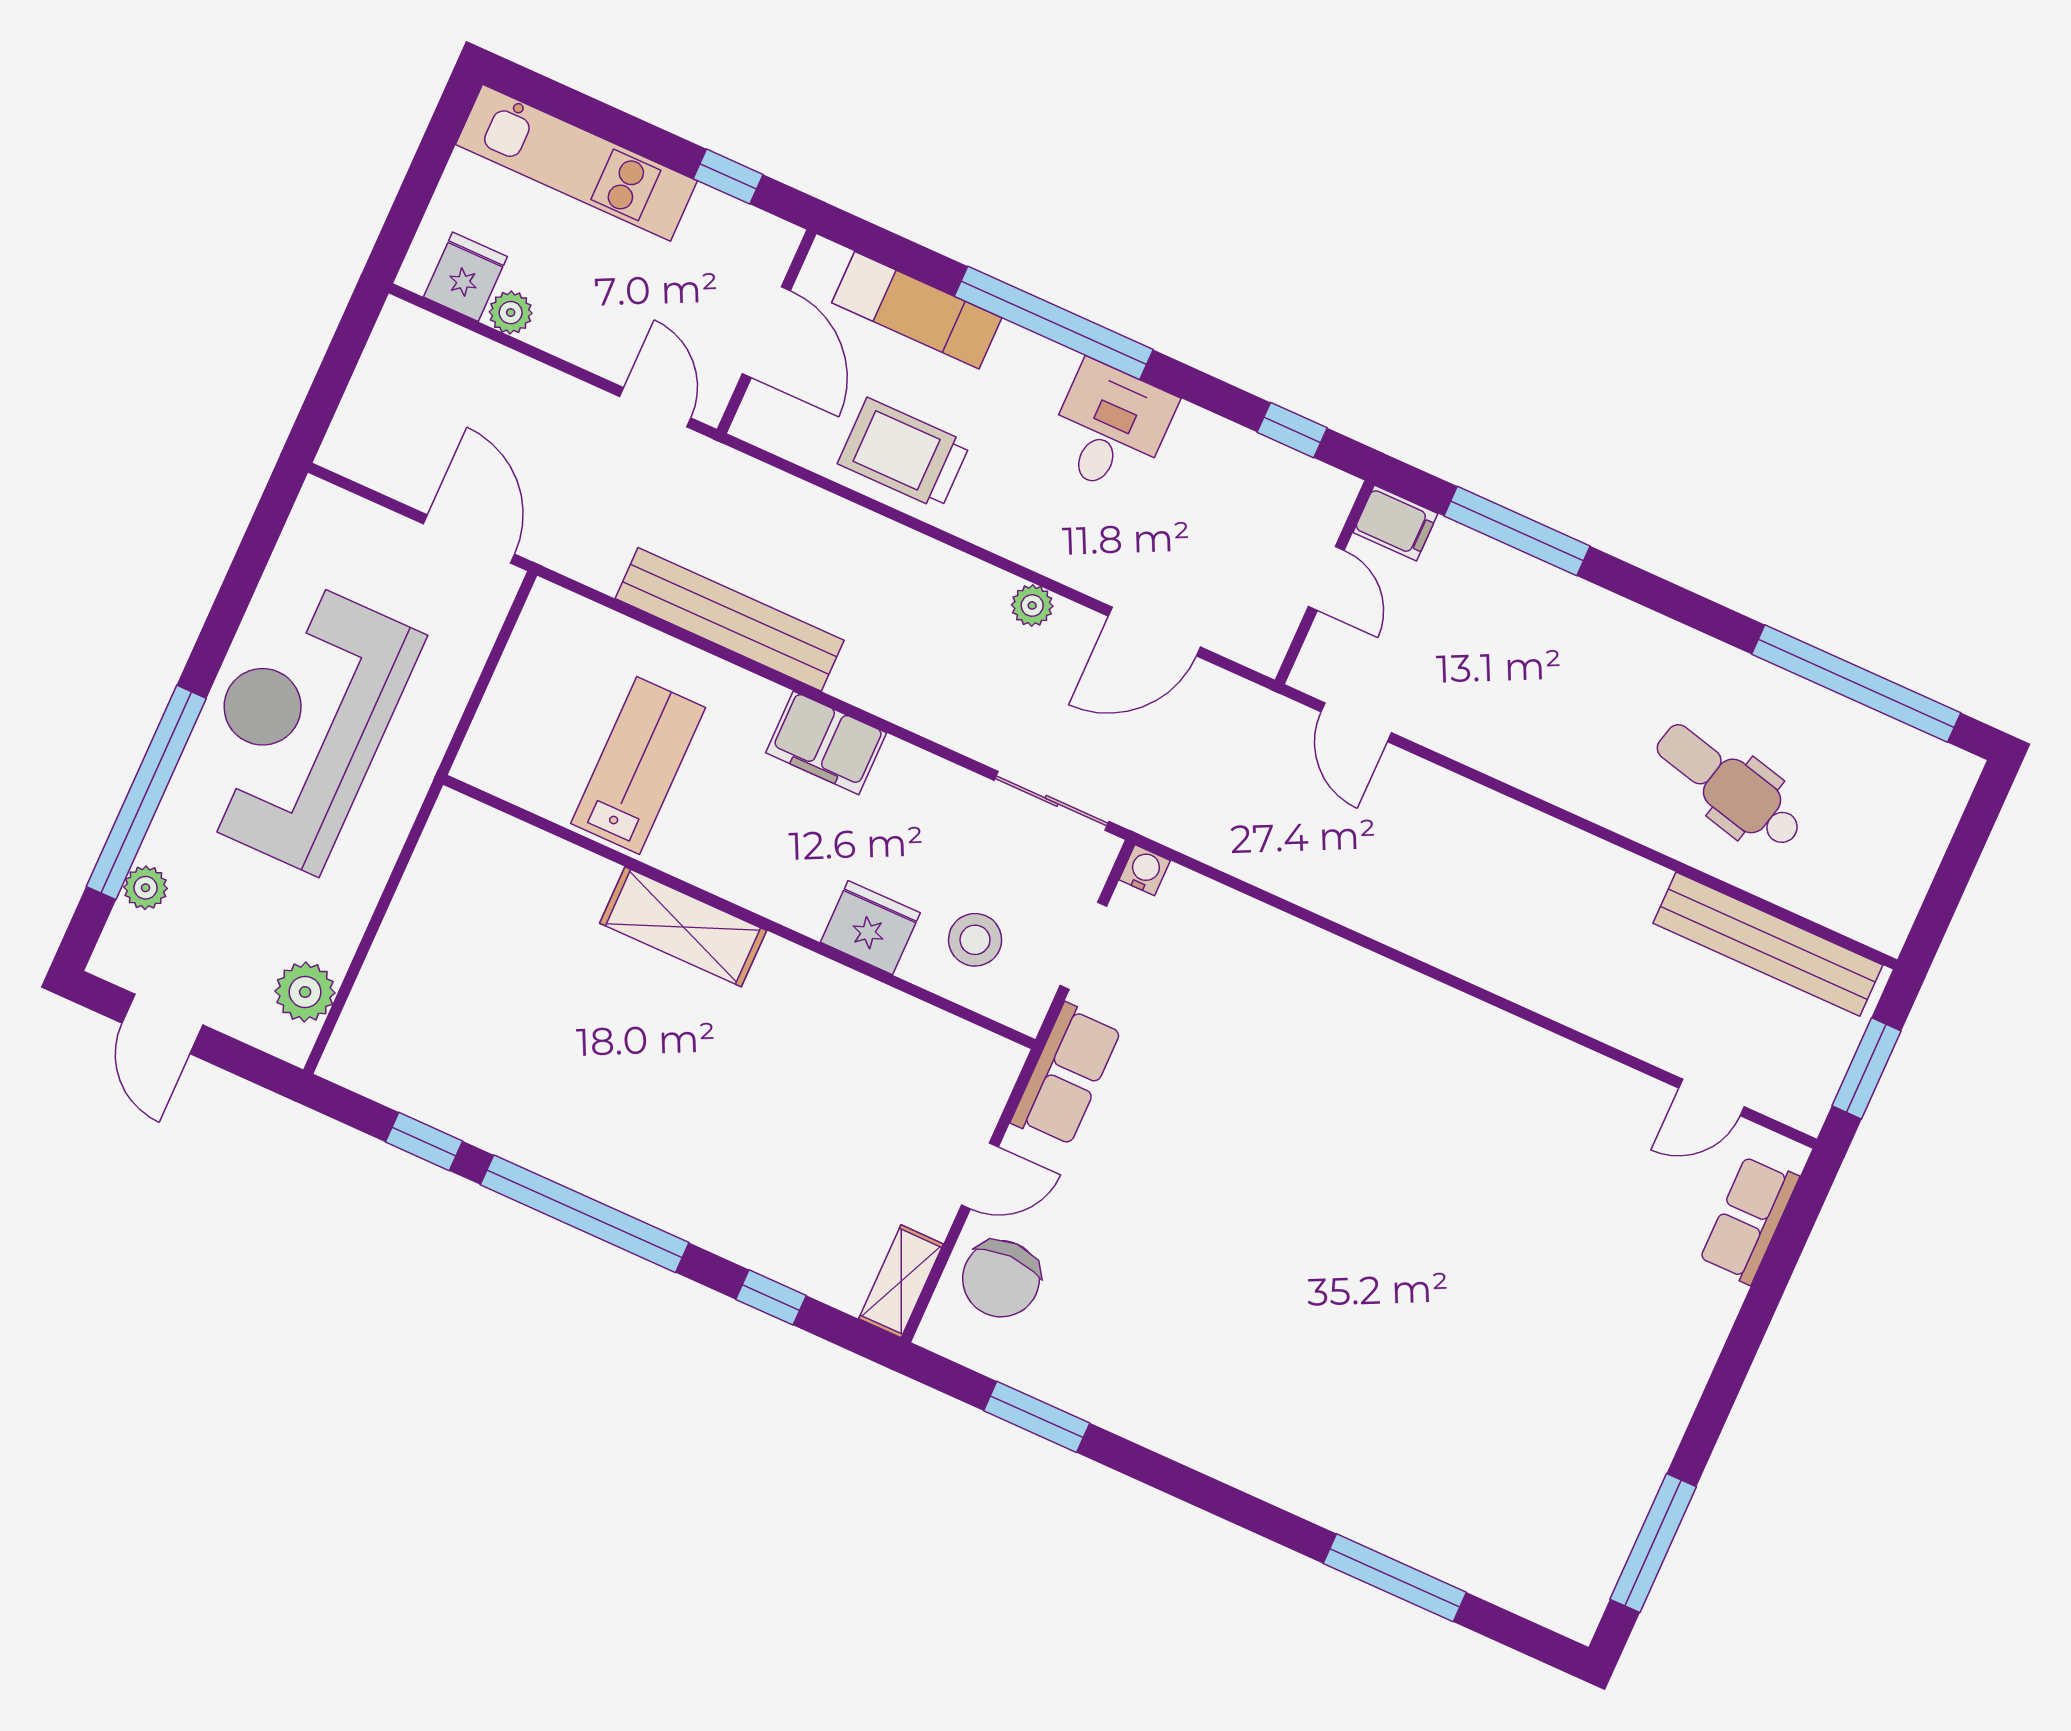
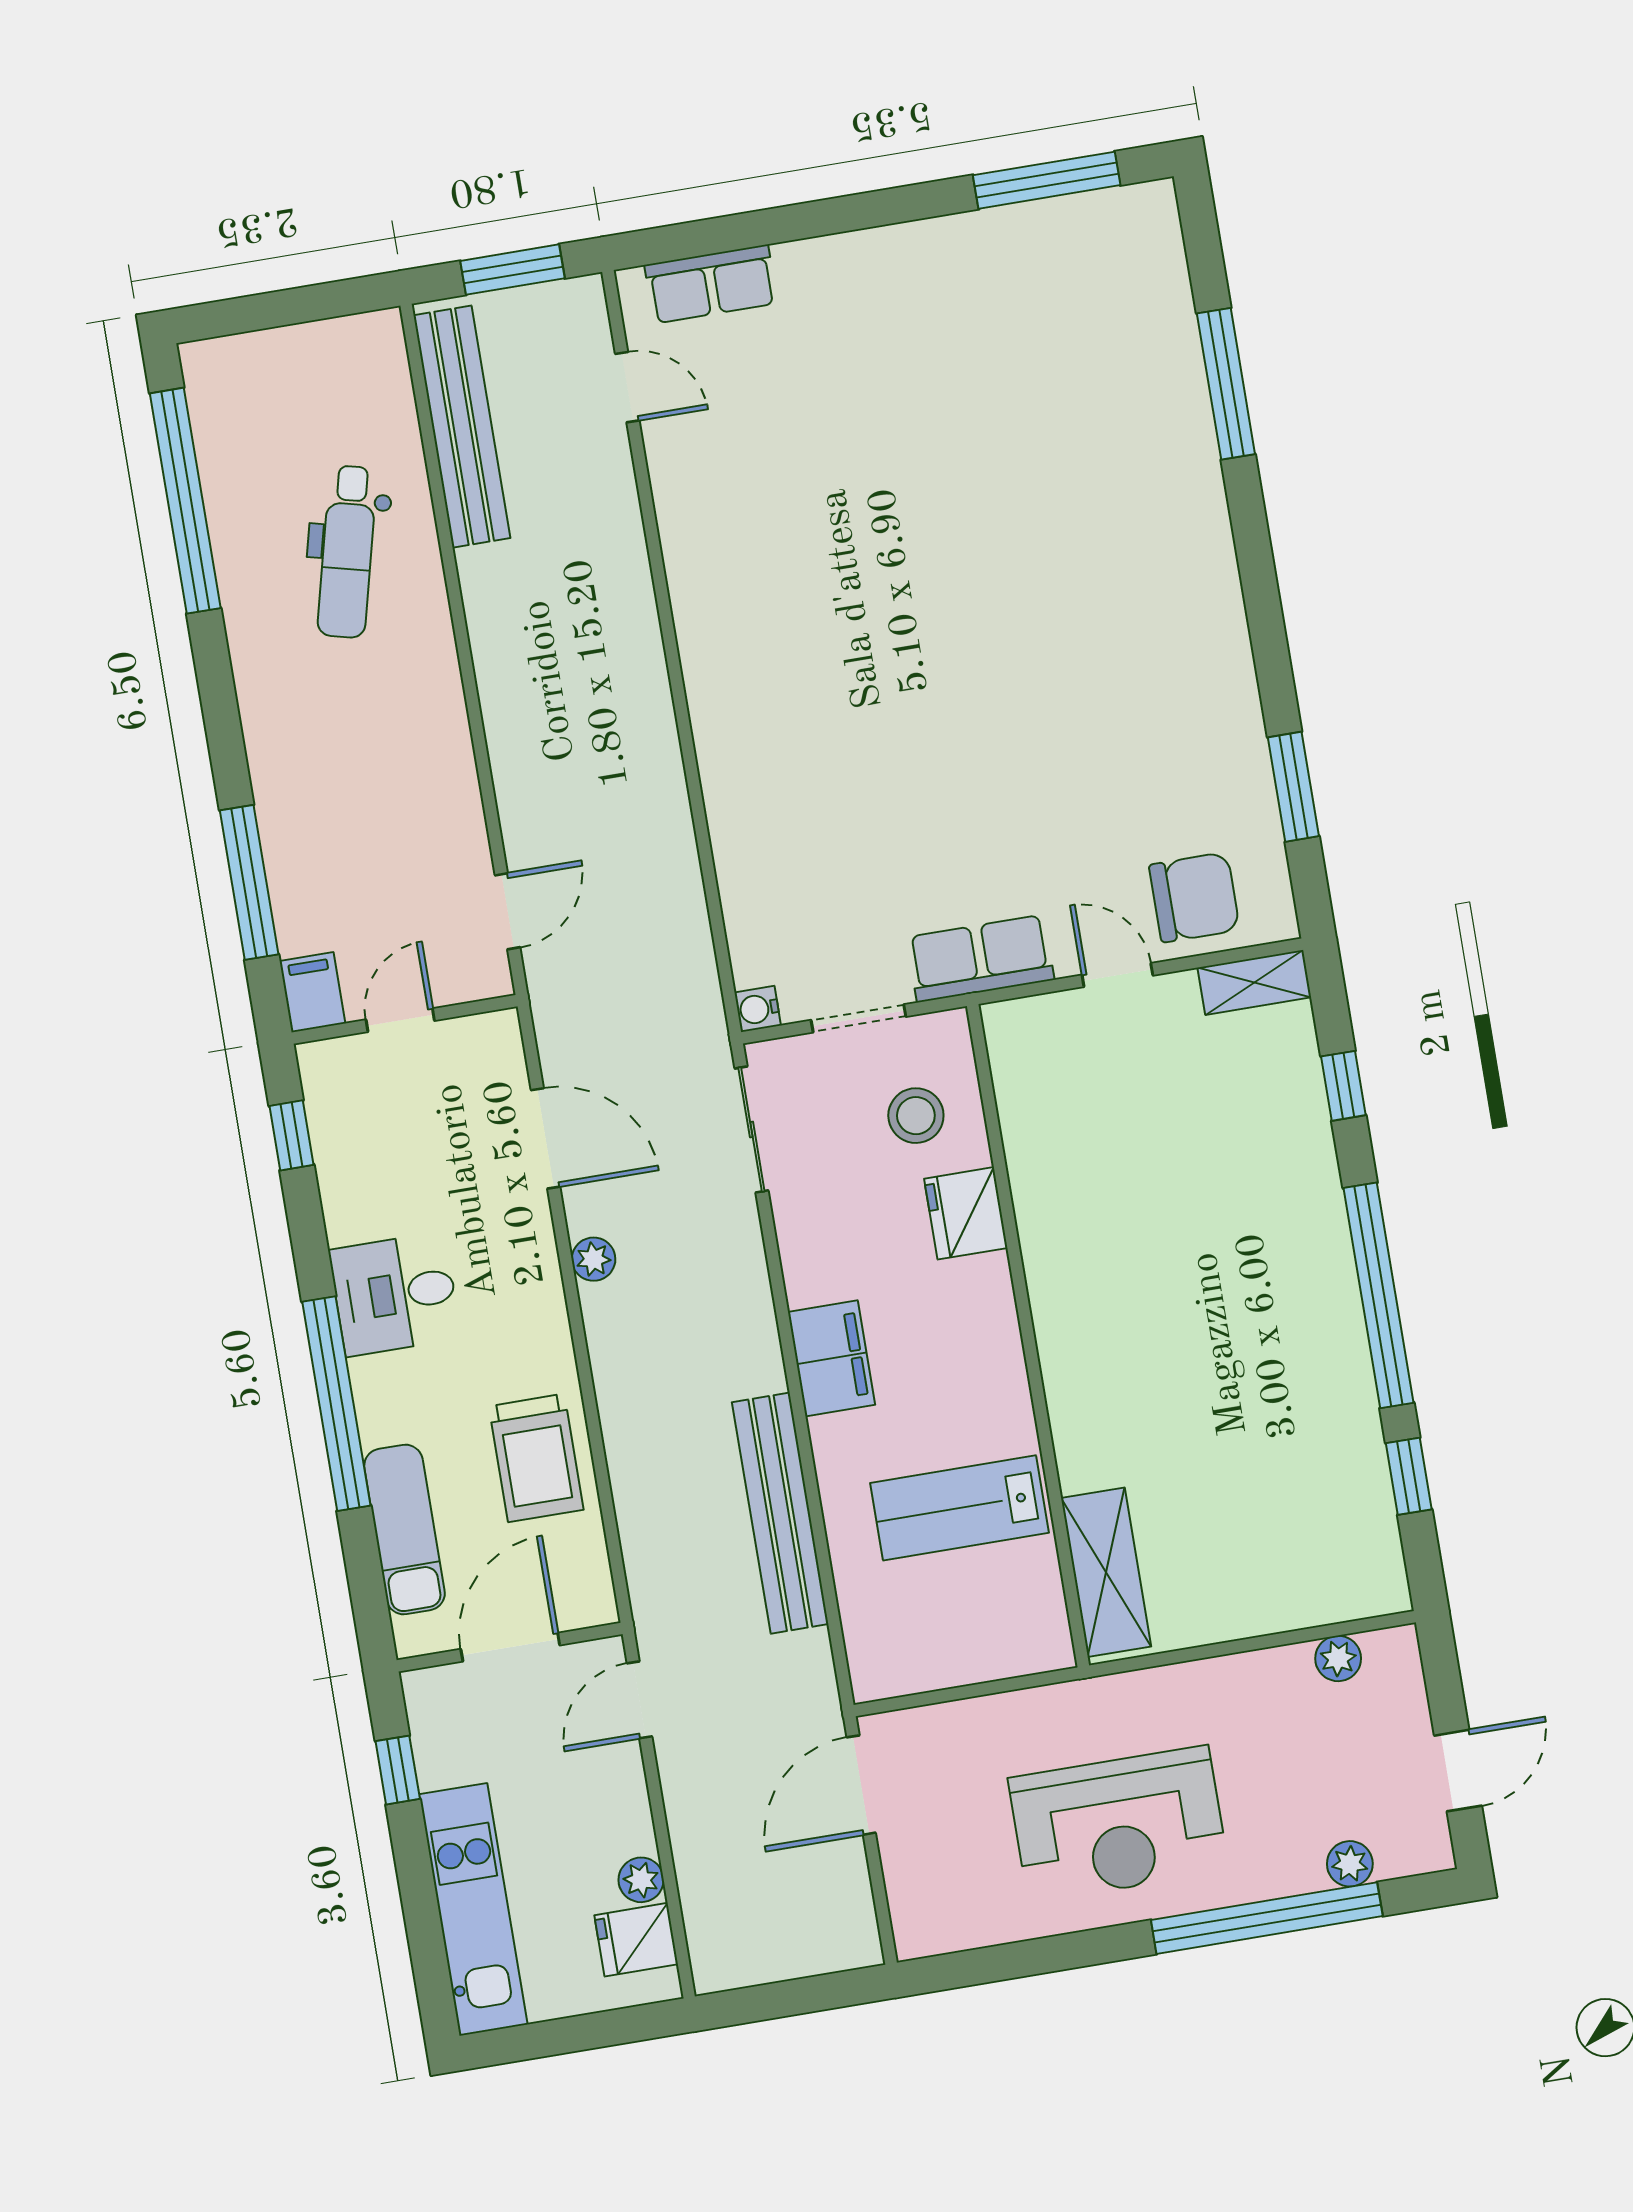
reception desk: (301, 724) -> (1118, 1824), width x0.74, depth x0.77
shelving: (683, 927) -> (1106, 1572), moved
plant: (305, 992) -> (1338, 1658), width x0.73, depth x0.73

